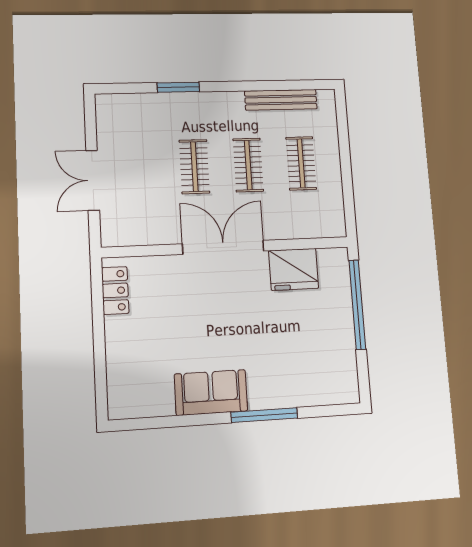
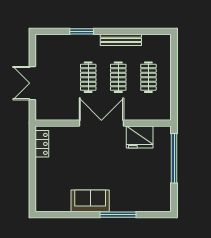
bench: (281, 100) -> (121, 40), moved

